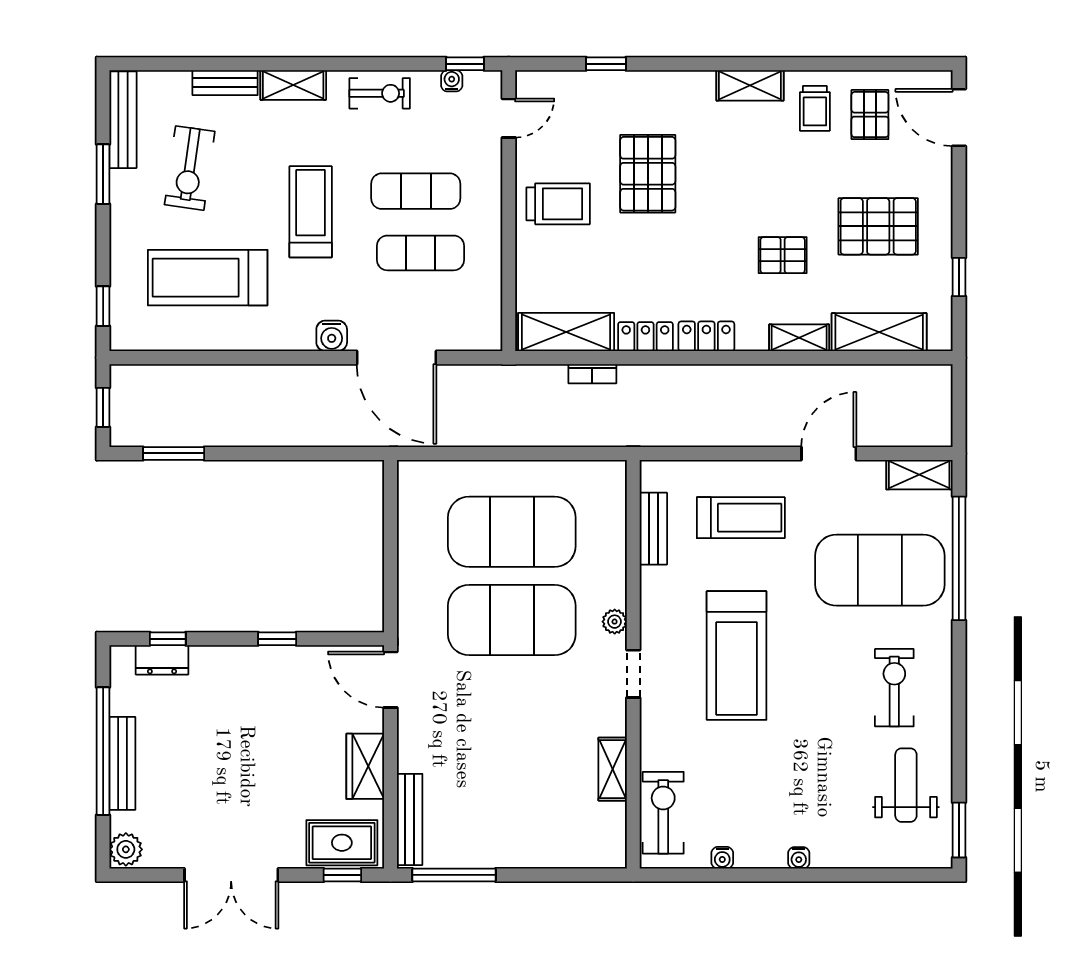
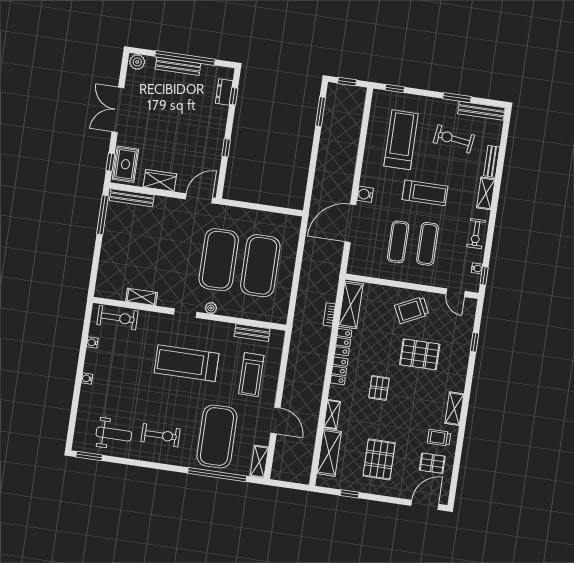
trolley: (558, 204) -> (412, 310), turned 64
pallet: (783, 255) -> (379, 388), moved

